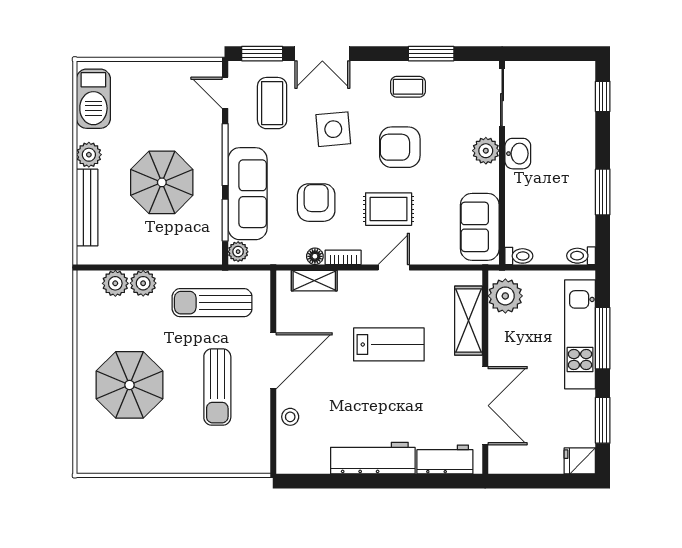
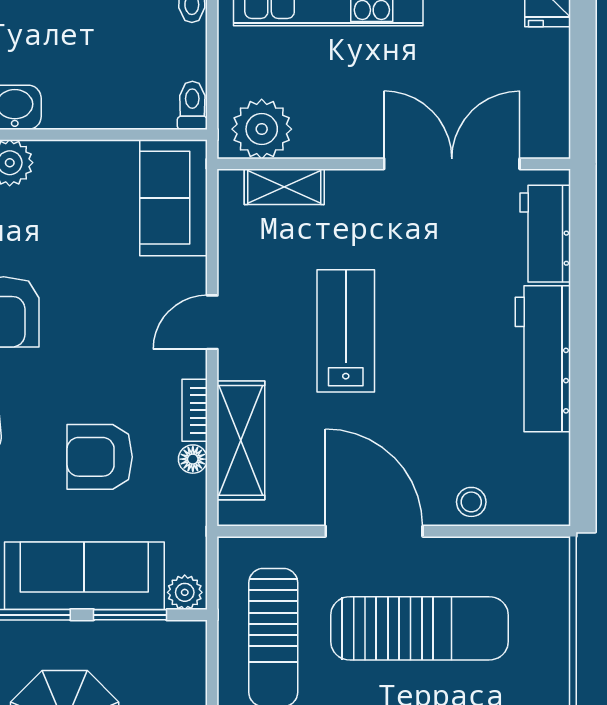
rug: (389, 209) -> (111, 331), removed
sofa: (480, 227) -> (174, 198), moved, turned 90
door: (394, 267) -> (212, 322), hinge flipped
shelving: (314, 281) -> (241, 440), width x1.50, depth x1.33
shelving: (468, 321) -> (284, 187), width x0.67, depth x0.75
sun lounger: (217, 387) -> (419, 628), width x1.36, depth x1.34

